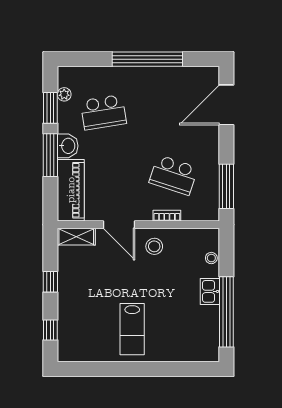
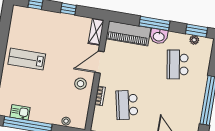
window: (50, 108) -> (197, 31), moved
school desk: (173, 175) -> (127, 105), turned -30
kitchen sink: (210, 291) -> (20, 112), moved

